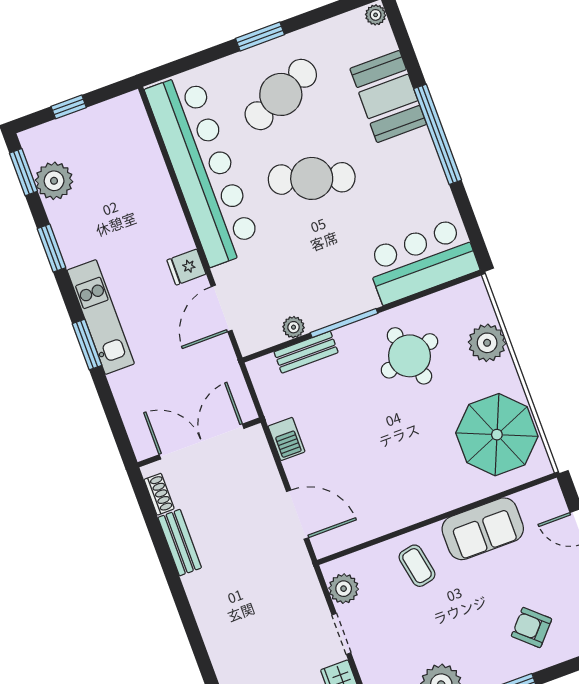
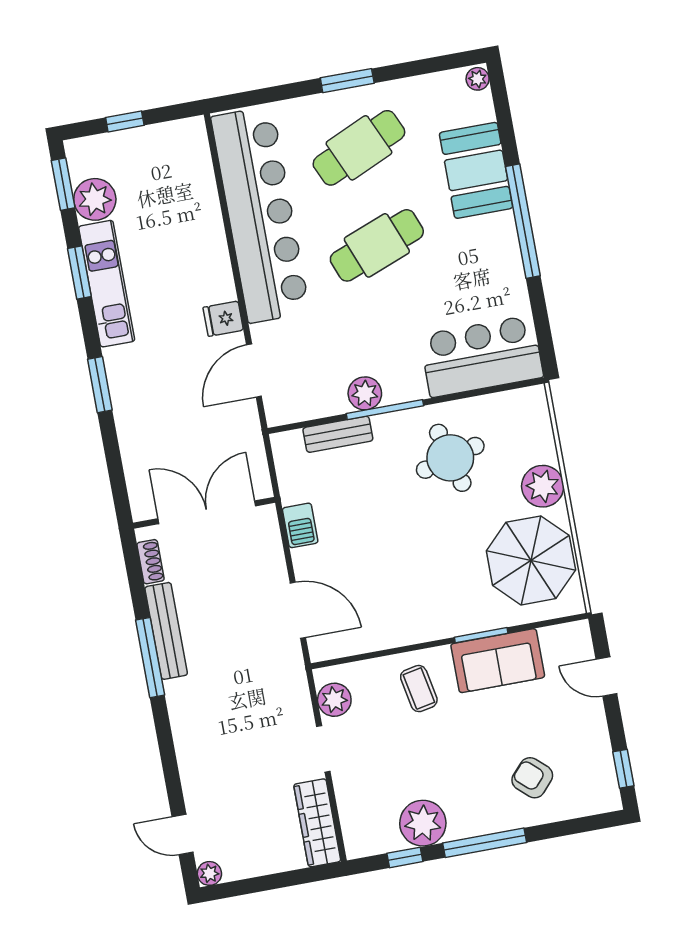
cafe table: (312, 178) -> (377, 245), turned -39
kitchen unit: (101, 317) -> (107, 284), moved
plant: (294, 327) -> (365, 393), moved, width x1.38, depth x1.38
plant: (487, 343) -> (543, 486), moved
window: (464, 509) -> (481, 635), added
bench: (180, 543) -> (166, 631), width x1.36
window: (173, 579) -> (150, 658), added

